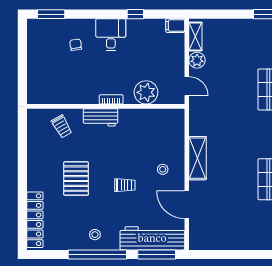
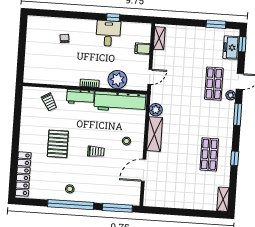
window: (51, 14) -> (47, 13), removed
filing cabinet: (175, 26) -> (143, 49), moved
desk: (111, 35) -> (108, 33), moved
plant: (197, 60) -> (156, 110), moved
door: (187, 86) -> (150, 77), hinge flipped
door: (187, 205) -> (144, 170), hinge flipped
workbench: (152, 238) -> (120, 102), moved, turned 180

